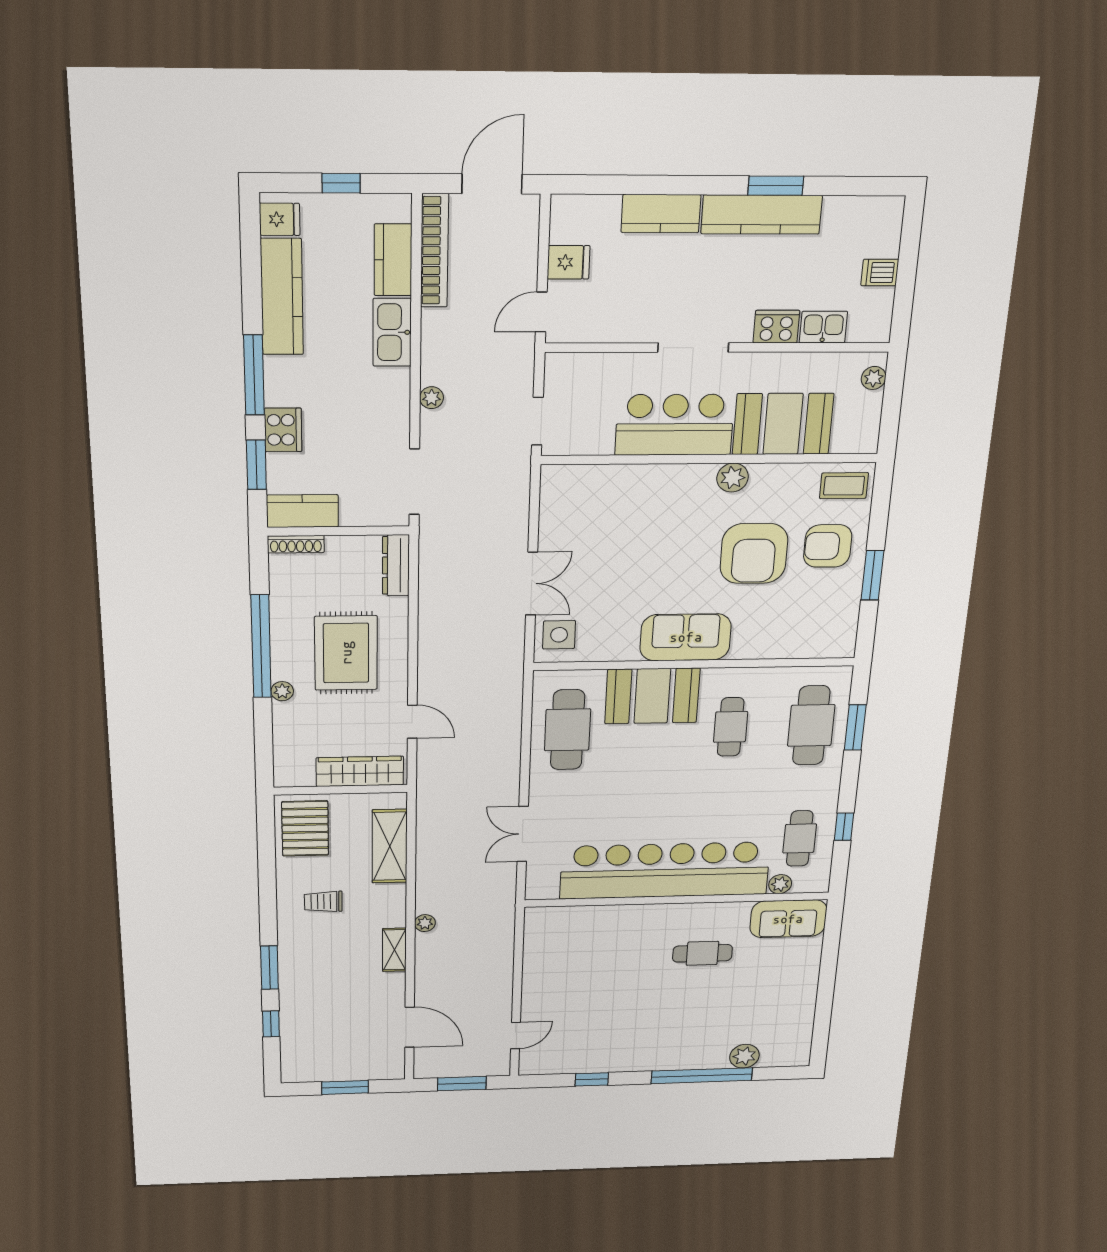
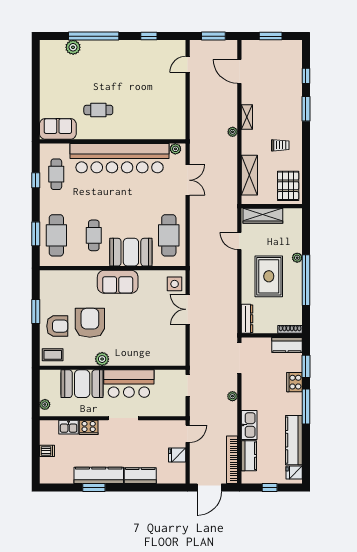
plant: (780, 884) -> (175, 149), moved

